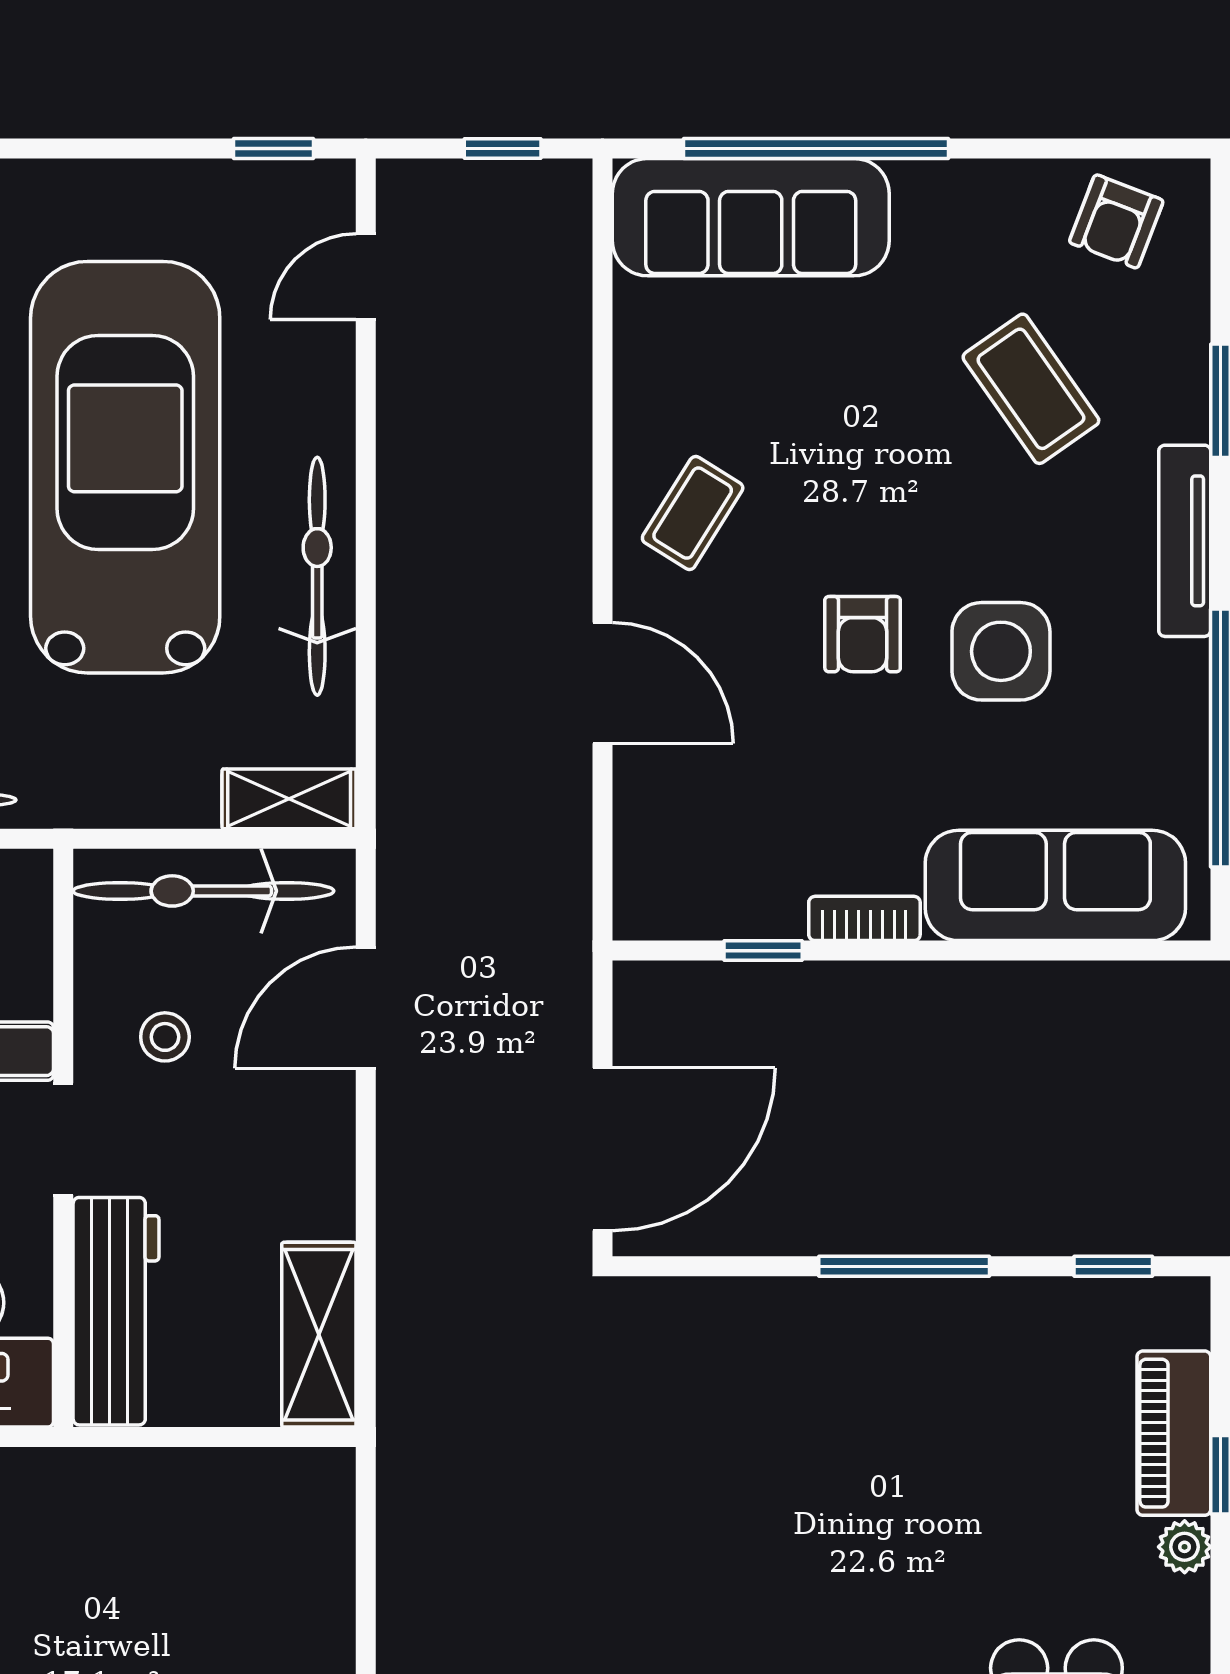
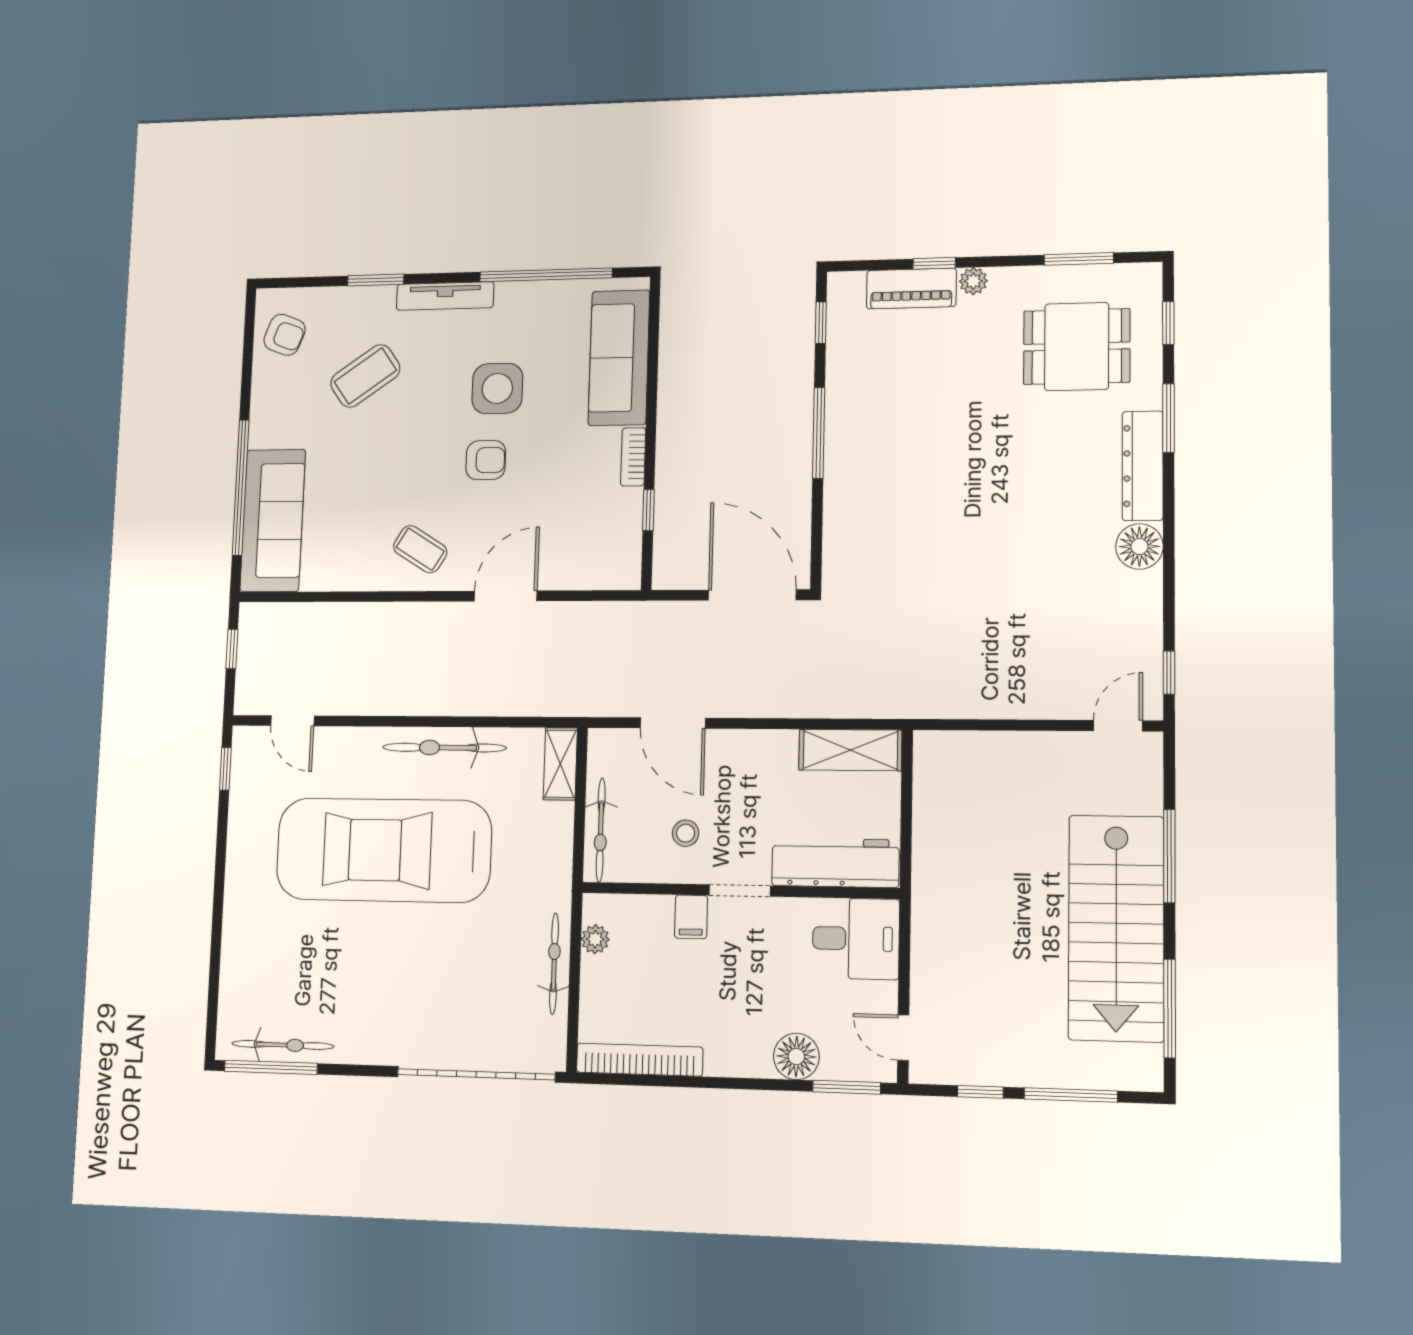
bicycle: (204, 891) -> (601, 830), width x0.73, depth x0.71

